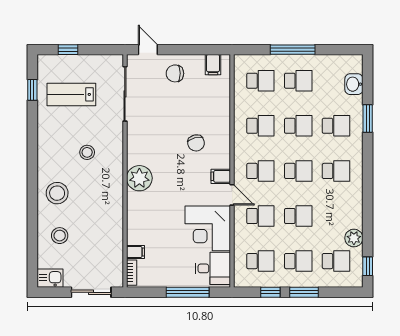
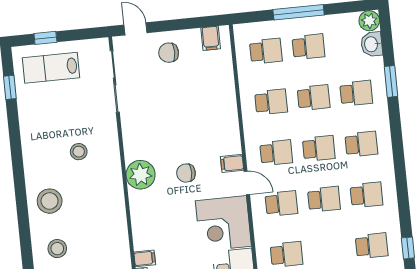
lab bench: (71, 94) -> (51, 68), moved
chair: (196, 143) -> (186, 173), moved, turned 105
plant: (354, 238) -> (369, 21), moved
school desk: (298, 261) -> (366, 195), moved

